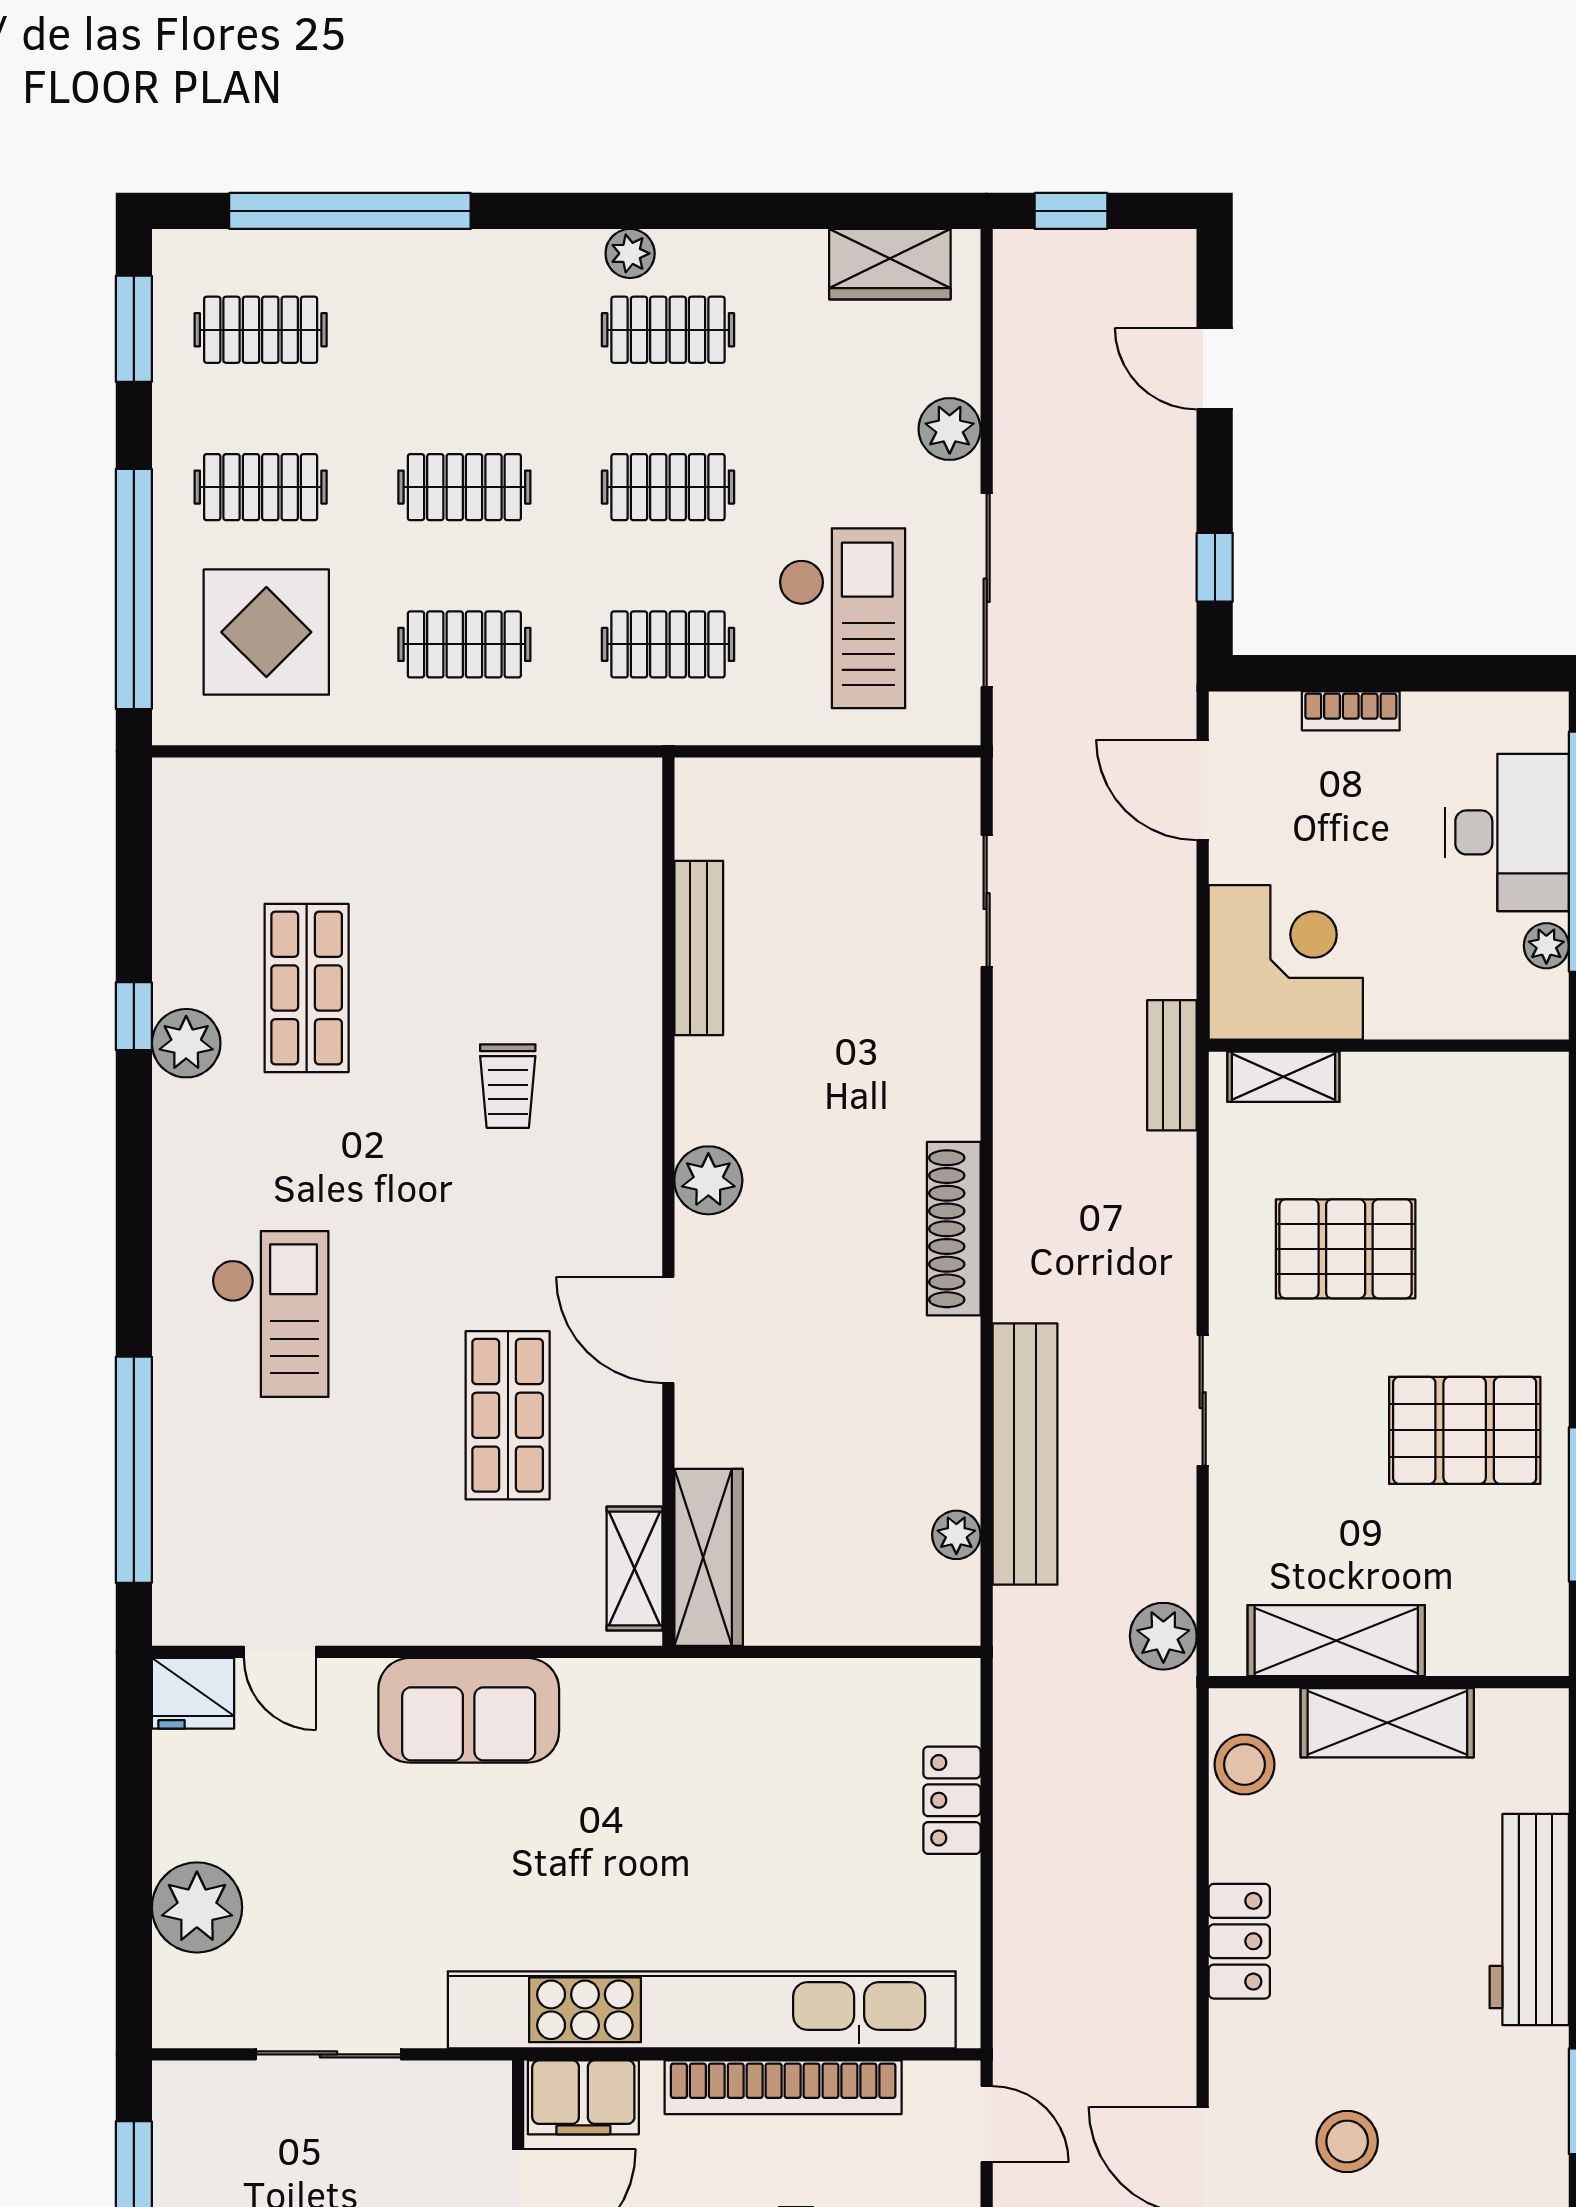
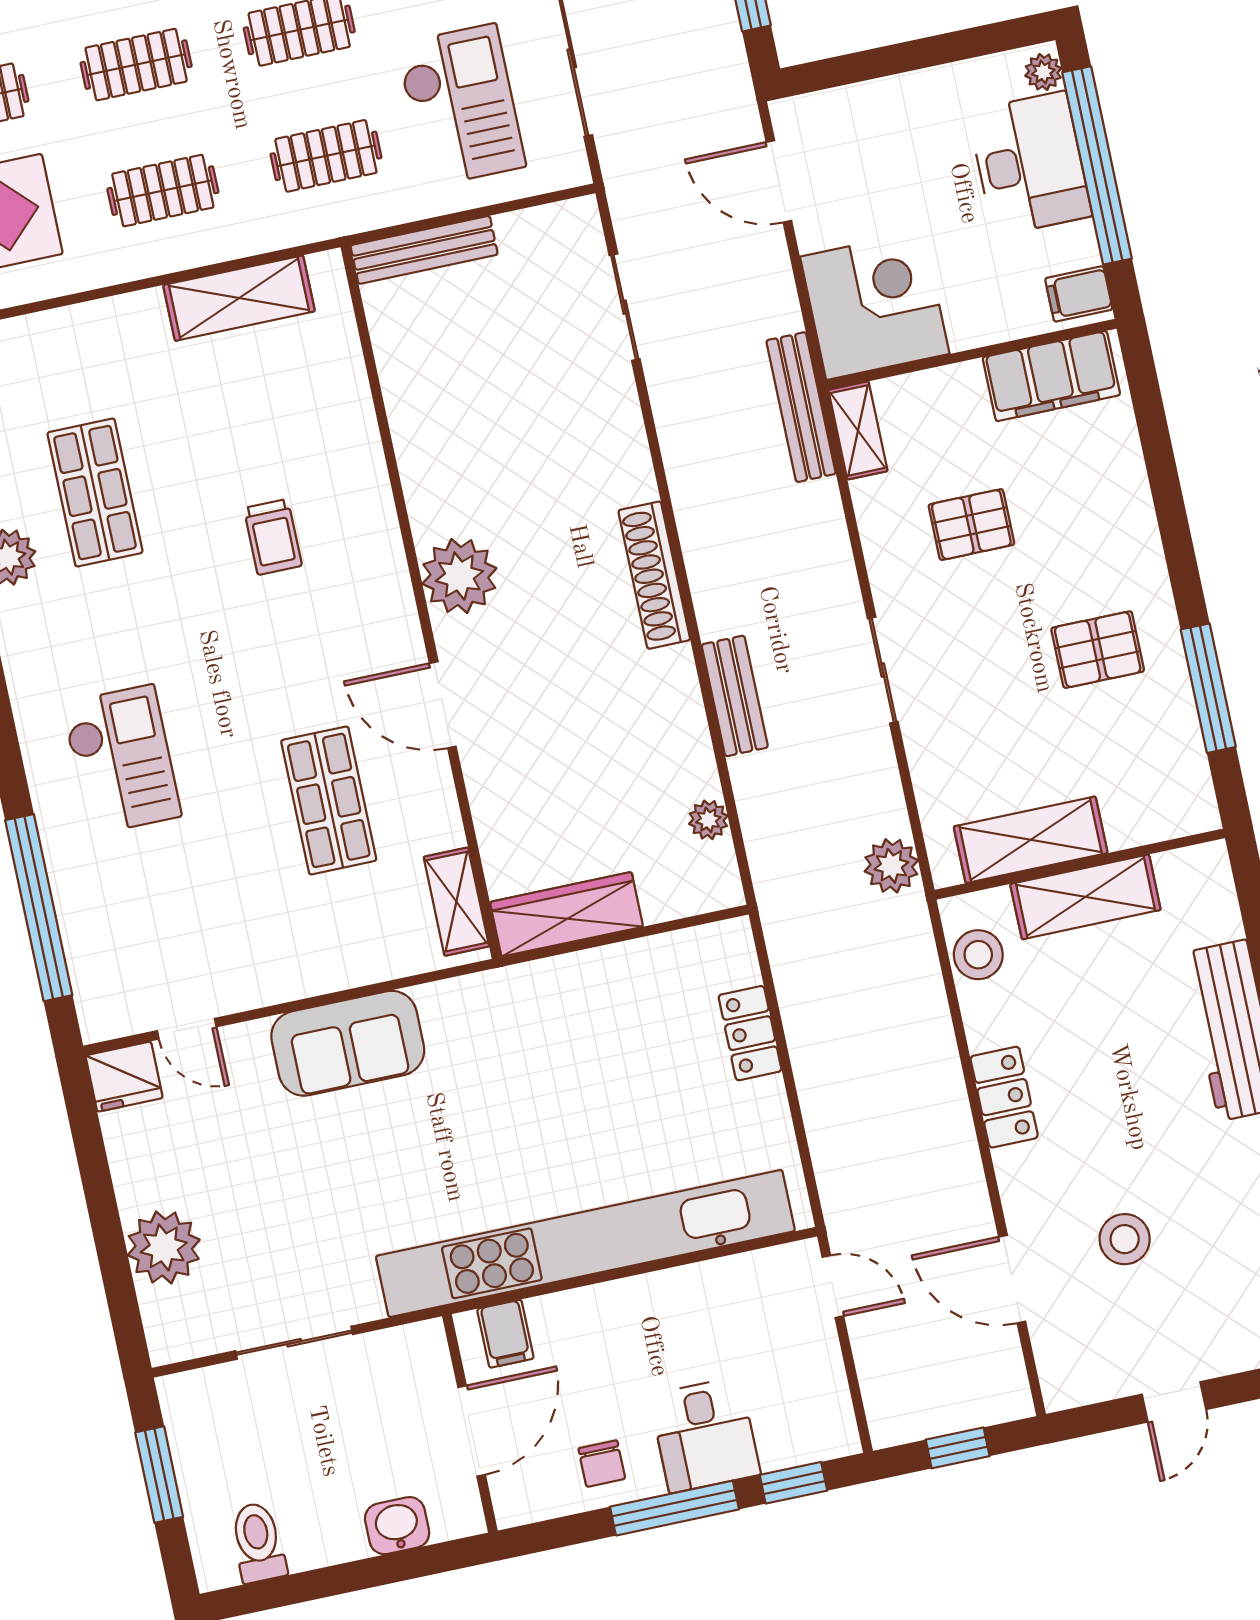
bookcase: (1351, 711) -> (884, 93), removed
shelving: (528, 792) -> (239, 298), added
plant: (1546, 946) -> (1043, 72), moved
bench: (699, 948) -> (424, 250), moved, turned 90
filing cabinet: (1532, 1001) -> (1079, 294), added
bench: (1172, 1065) -> (801, 407), width x1.36
shelving: (1283, 1077) -> (858, 430), moved, turned 90
filing cabinet: (1479, 1092) -> (1051, 376), added
plant: (708, 1180) -> (459, 576), width x1.36, depth x1.36
pallet: (1346, 1249) -> (971, 525), width x0.67, depth x0.71
pallet: (1465, 1430) -> (1098, 650), width x0.67, depth x0.71
bench: (1025, 1454) -> (735, 696), width x0.54, depth x0.82
wardrobe: (709, 1557) -> (567, 914), moved, turned -90
bookcase: (783, 2087) -> (664, 1292), removed
filing cabinet: (583, 2097) -> (505, 1334), width x0.50

